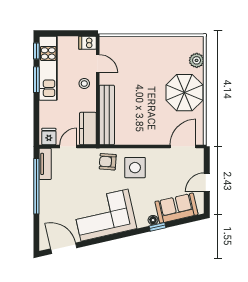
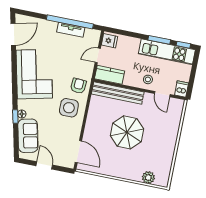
door: (98, 64) -> (162, 94), hinge flipped
parasol: (184, 93) -> (127, 132), moved
door: (68, 147) -> (98, 55), swing flipped
tv unit: (45, 164) -> (71, 30), moved

